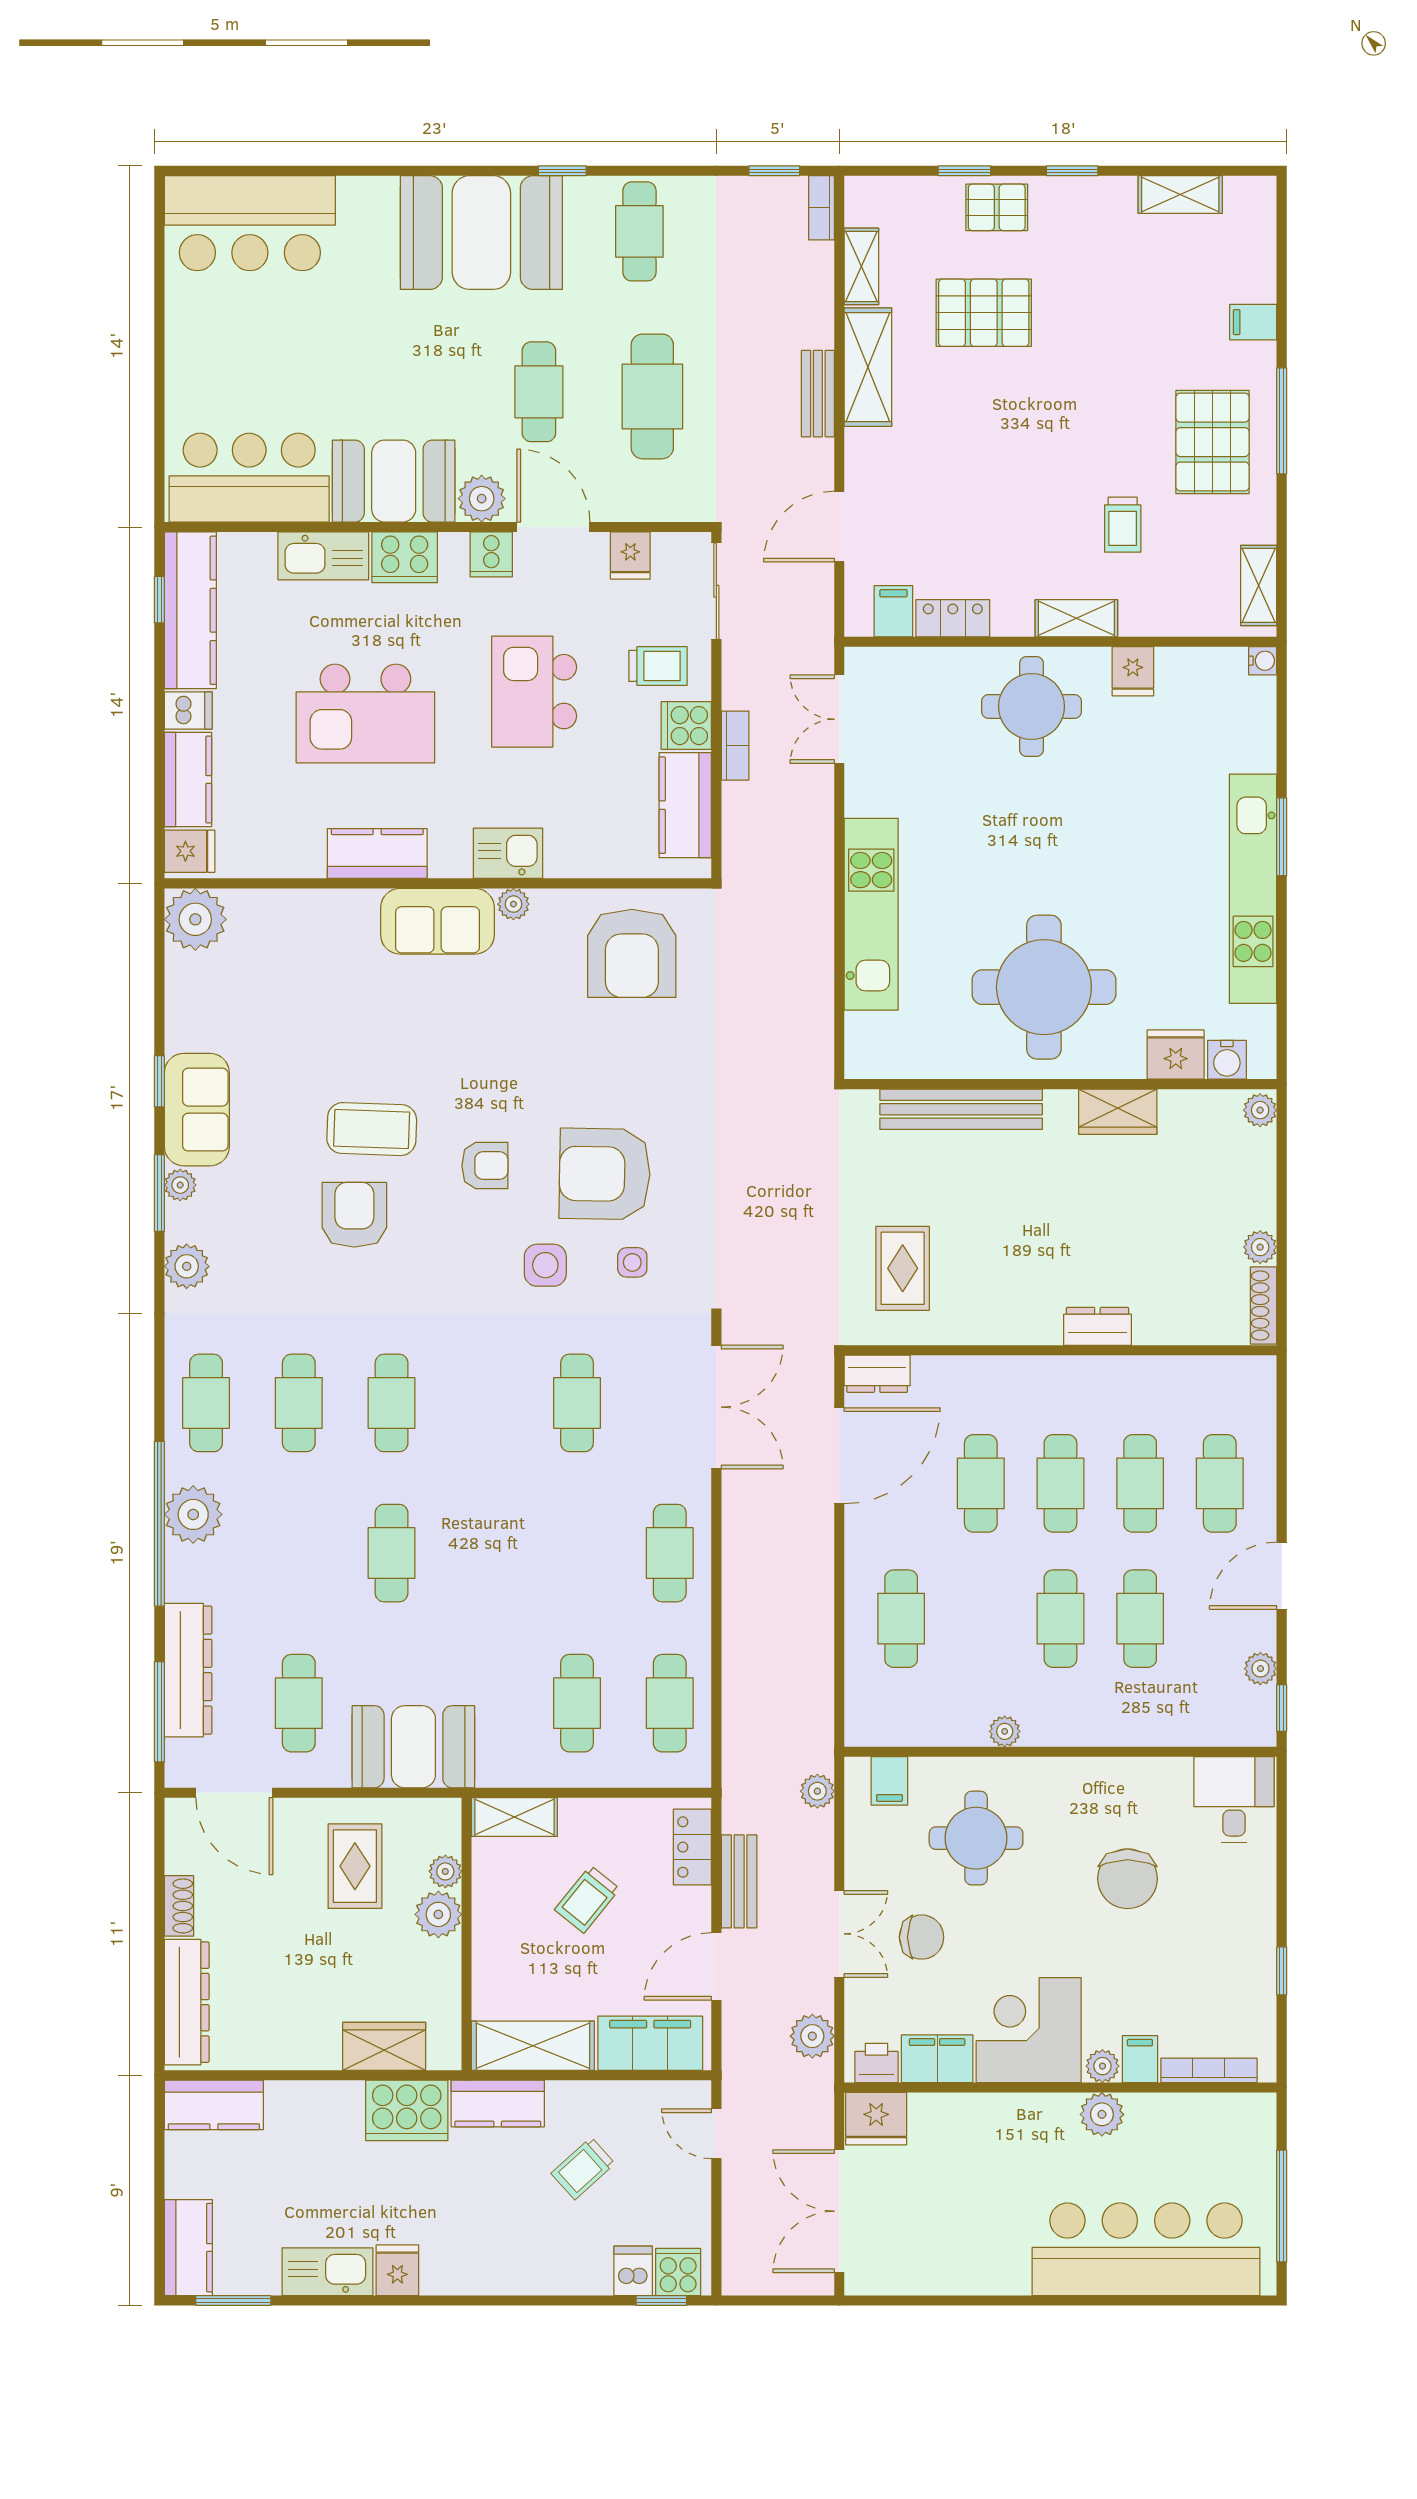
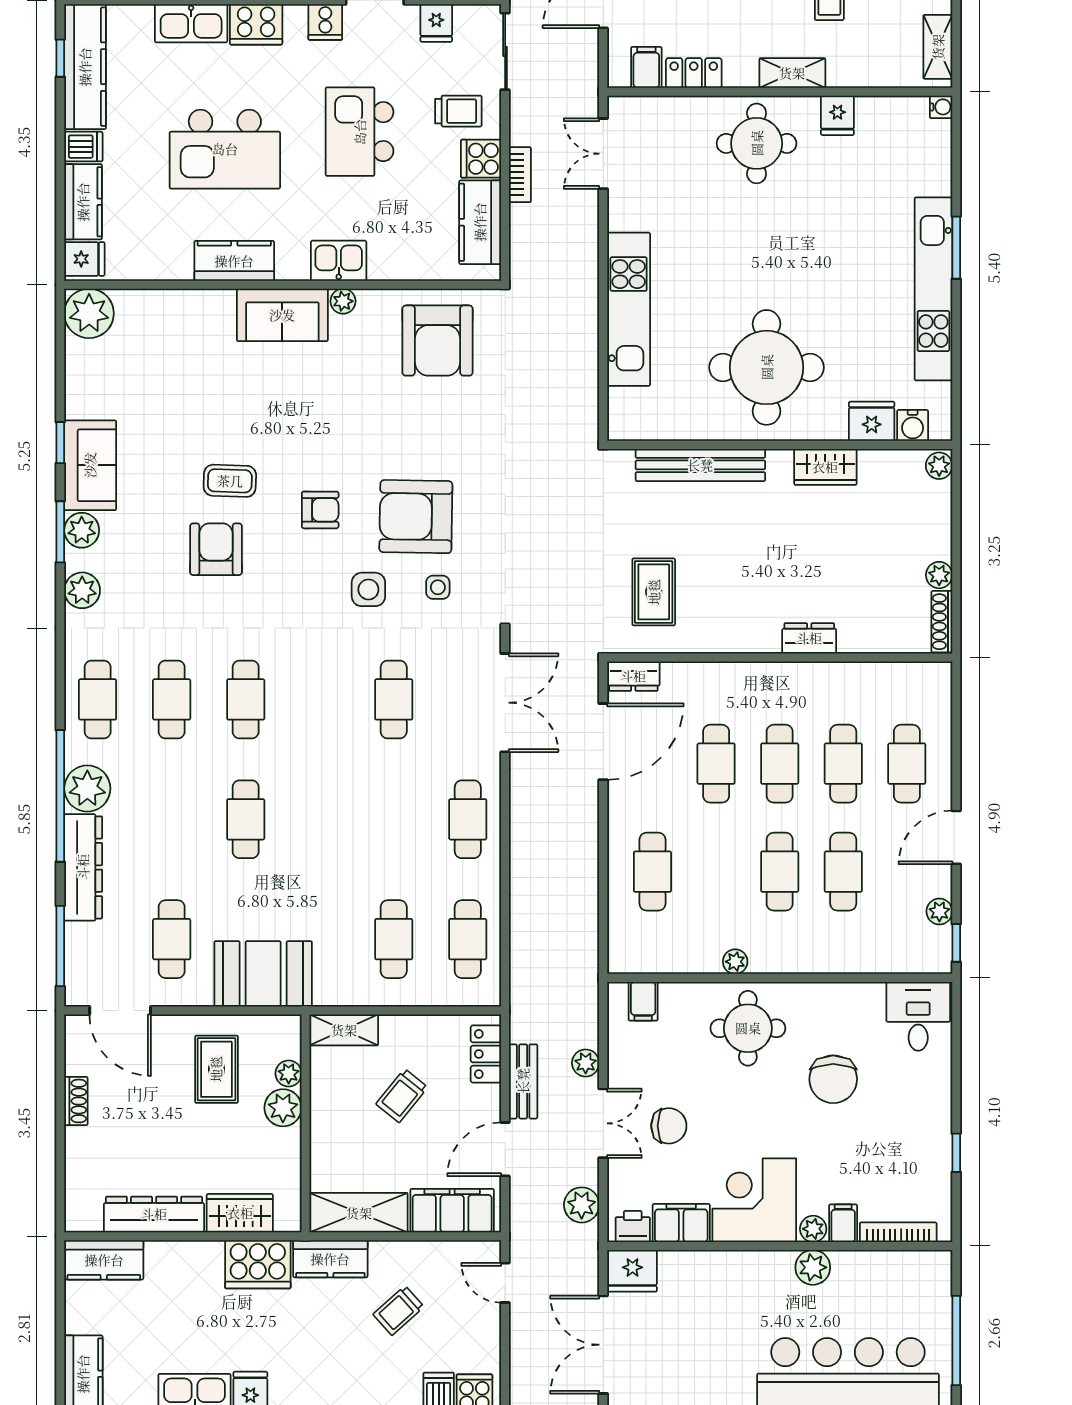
coffee table: (372, 1129) -> (230, 481), width x0.73, depth x0.77
plant: (180, 1185) -> (82, 530), width x1.38, depth x1.38
dresser: (188, 1670) -> (83, 867), moved
plant: (817, 1791) -> (586, 1063), moved
round table: (976, 1838) -> (748, 1028), moved
dresser: (187, 2002) -> (154, 1214), moved, turned -90

